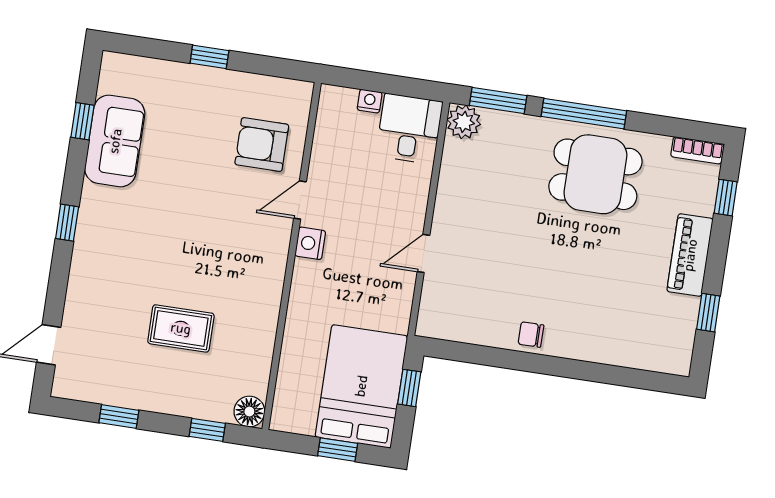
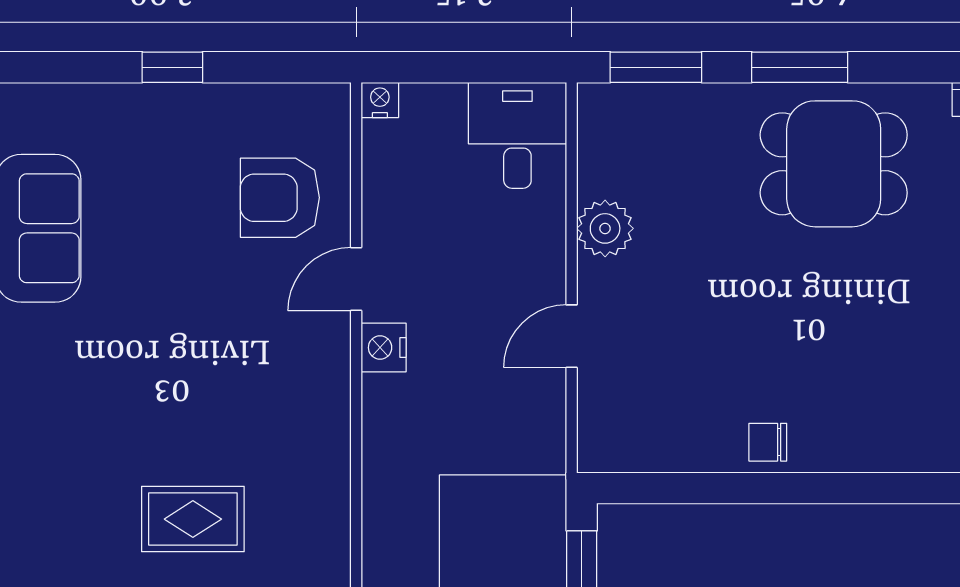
nightstand: (370, 101) -> (380, 100), moved
window: (584, 114) -> (800, 67), width x0.69
plant: (464, 122) -> (605, 228), moved

